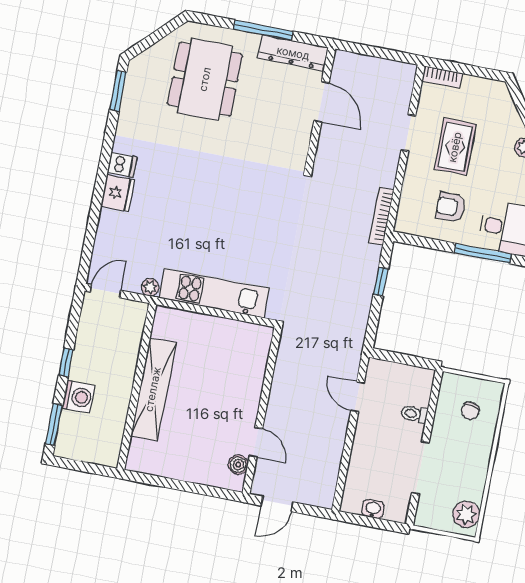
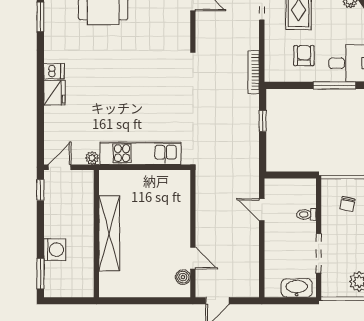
armchair: (451, 207) -> (304, 56), turned 90
window: (66, 362) -> (40, 190), moved
washbasin: (373, 509) -> (297, 288), width x1.91, depth x1.45

